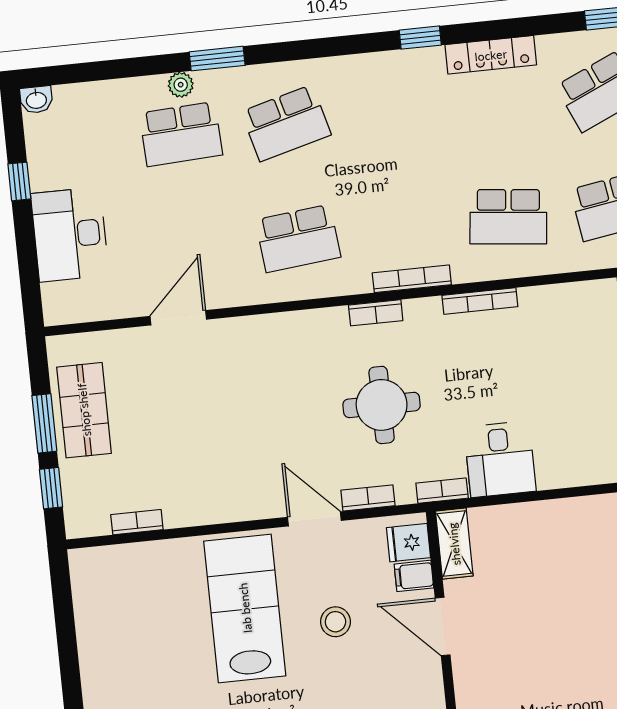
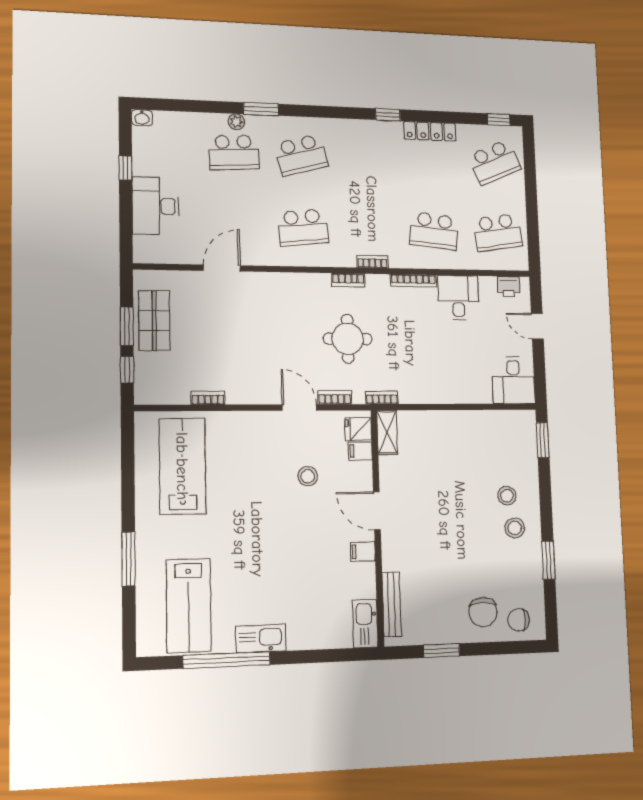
bookcase: (412, 279) -> (372, 262), width x0.64
desk: (500, 459) -> (458, 298), moved, turned 180
bookcase: (137, 522) -> (208, 398), moved
lab bench: (245, 608) -> (182, 466), moved
door: (443, 626) -> (377, 511), moved

